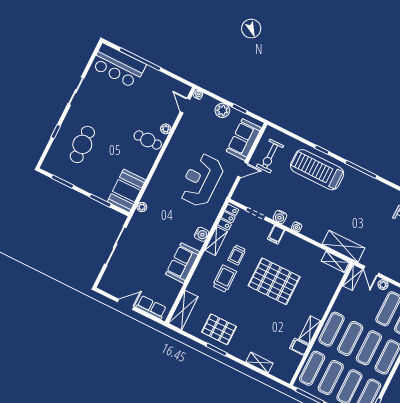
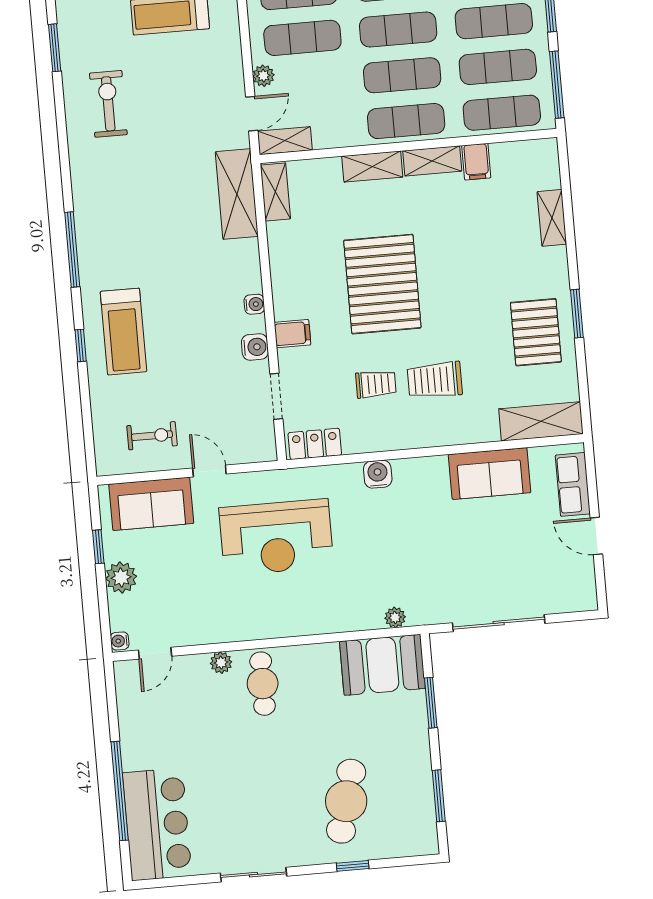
cafe table: (82, 144) -> (346, 801), turned -73
exercise bike: (270, 156) -> (152, 436), width x0.73, depth x0.72
treadmill: (317, 170) -> (123, 332), width x0.73, depth x0.73
shelving: (216, 241) -> (372, 167), moved
sofa: (183, 263) -> (490, 474), moved

